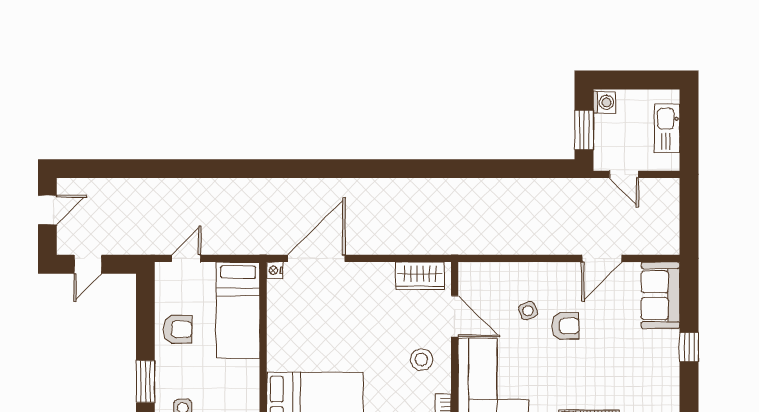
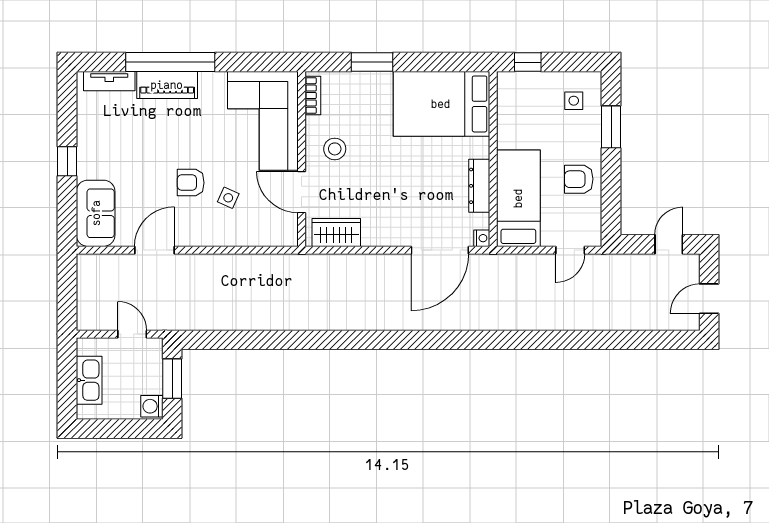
side table: (528, 311) -> (228, 198), turned 45
dresser: (277, 323) -> (479, 186), added

